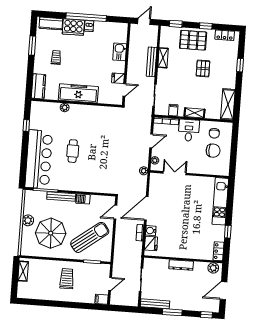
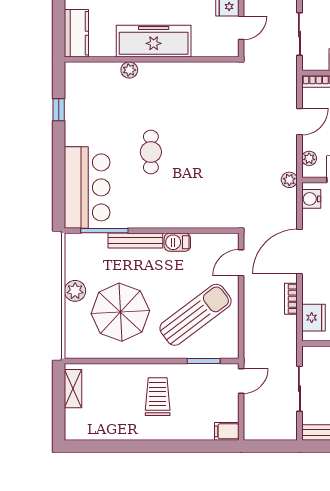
bar counter: (39, 159) -> (87, 187), width x0.73
water cooler: (151, 231) -> (311, 199), moved
door: (110, 284) -> (241, 381), moved

